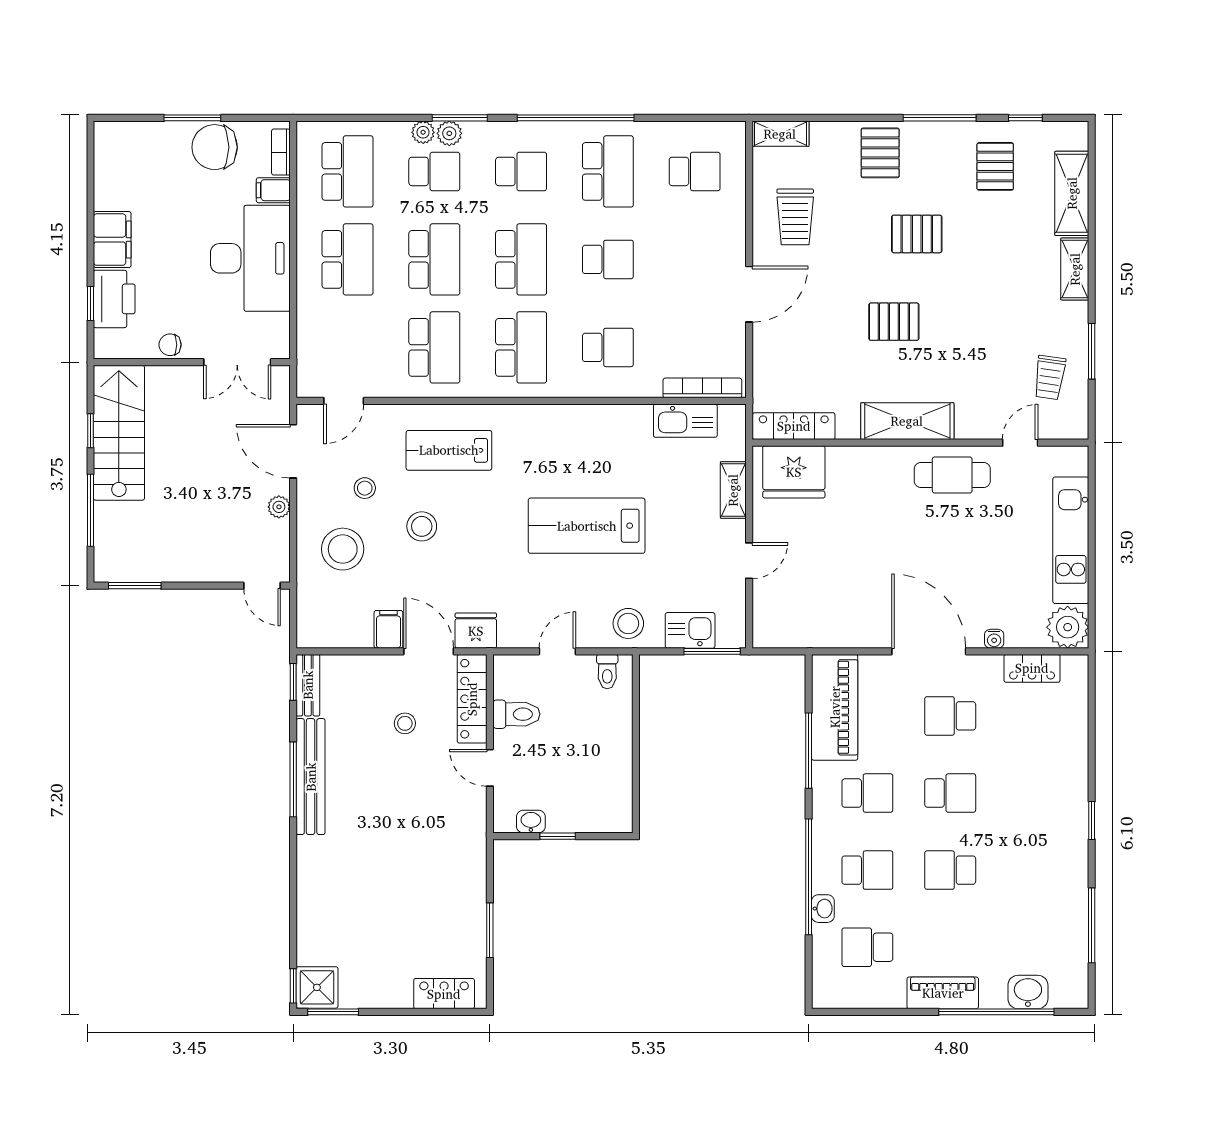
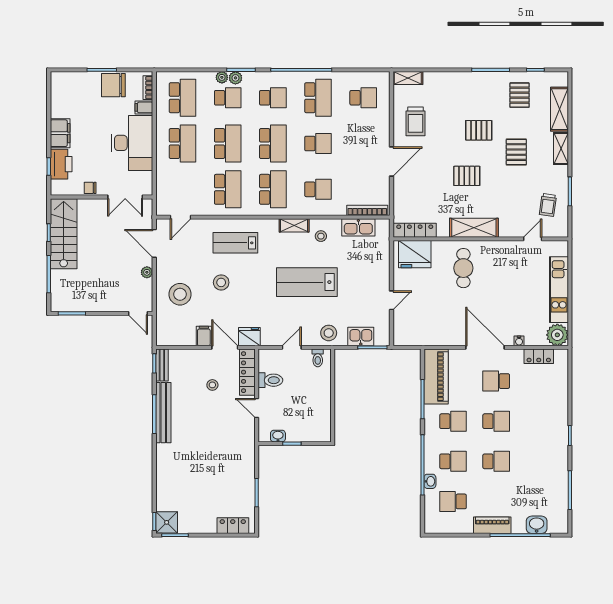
pallet: (880, 153) -> (516, 152), moved
cafe table: (952, 475) -> (463, 268), moved, turned 90
stool: (365, 488) -> (321, 236), moved
shelving: (733, 490) -> (294, 225), moved, turned 90
school desk: (950, 870) -> (496, 461), turned 180

